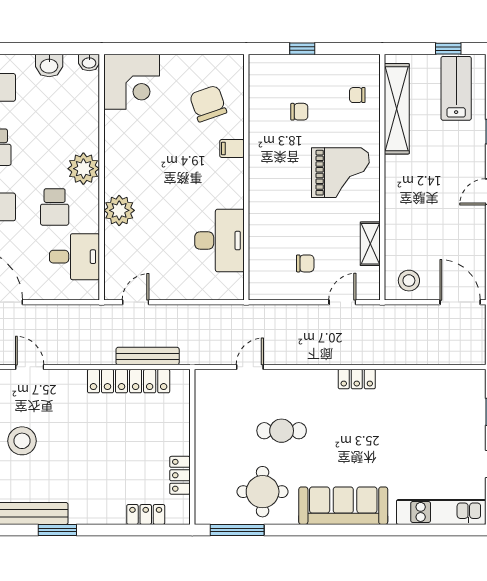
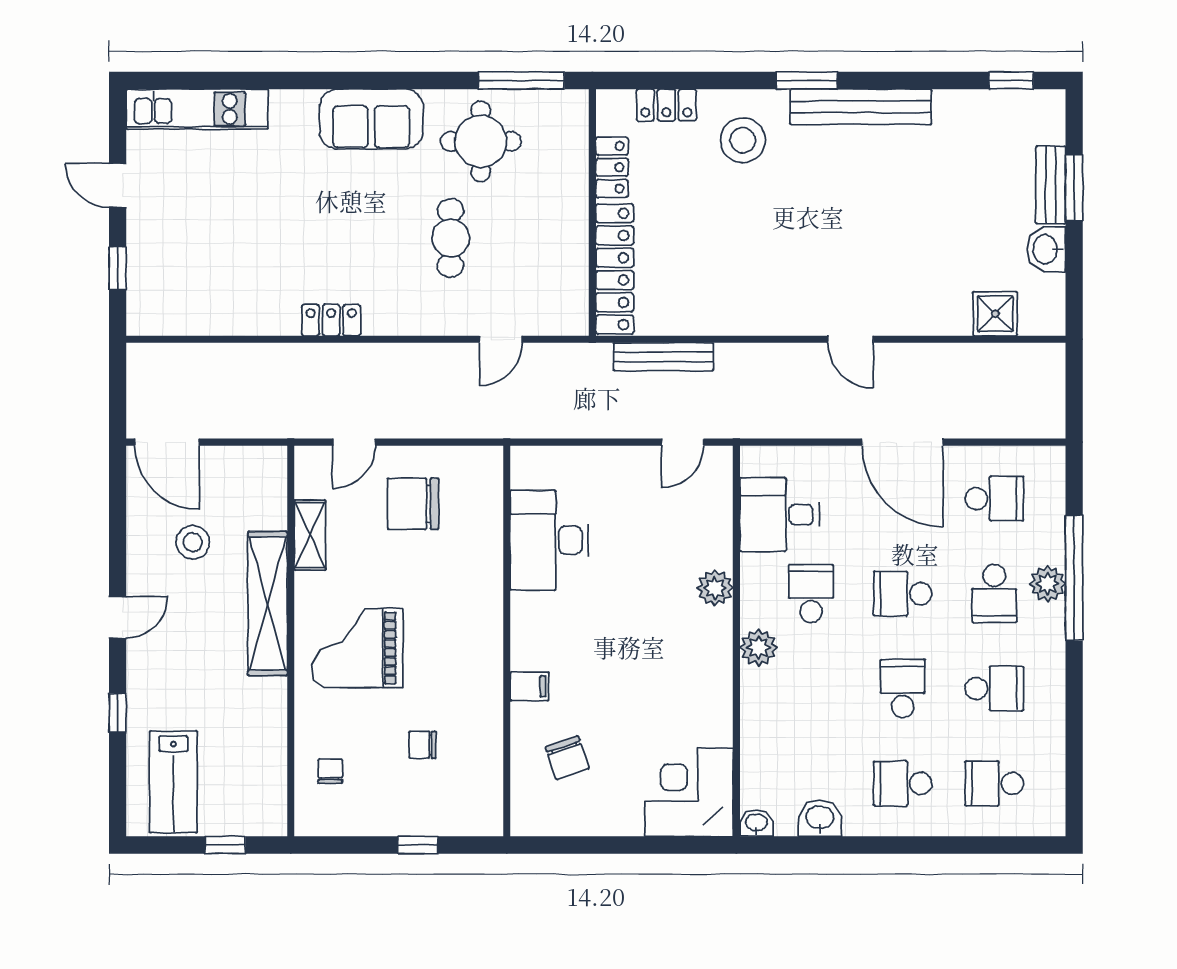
window: (448, 49) -> (225, 845), moved
chair: (357, 95) -> (330, 771), turned -90
chair: (208, 104) -> (567, 758), width x0.73, depth x0.73
shelving: (397, 109) -> (268, 604), moved
plant: (83, 169) -> (758, 648), width x0.73, depth x0.73
plant: (119, 210) -> (715, 588), width x0.73, depth x0.73
chair: (305, 263) -> (413, 504), width x1.87, depth x1.87
stool: (409, 281) -> (193, 542), moved
locker: (129, 381) -> (615, 269), moved, turned 90
cafe table: (282, 431) -> (451, 238), turned 90
stool: (22, 441) -> (743, 140), moved
sofa: (343, 506) -> (371, 119), width x0.73

